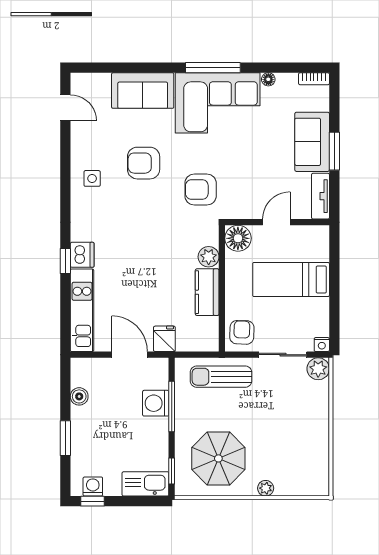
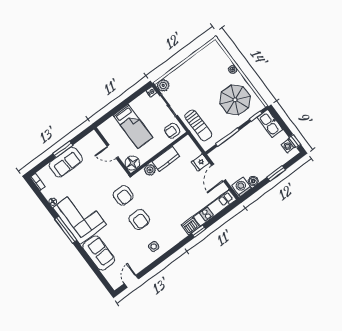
armchair: (144, 163) -> (139, 219), moved
tv unit: (320, 196) -> (87, 141), removed
washing machine: (156, 403) -> (242, 187), moved, turned 180

